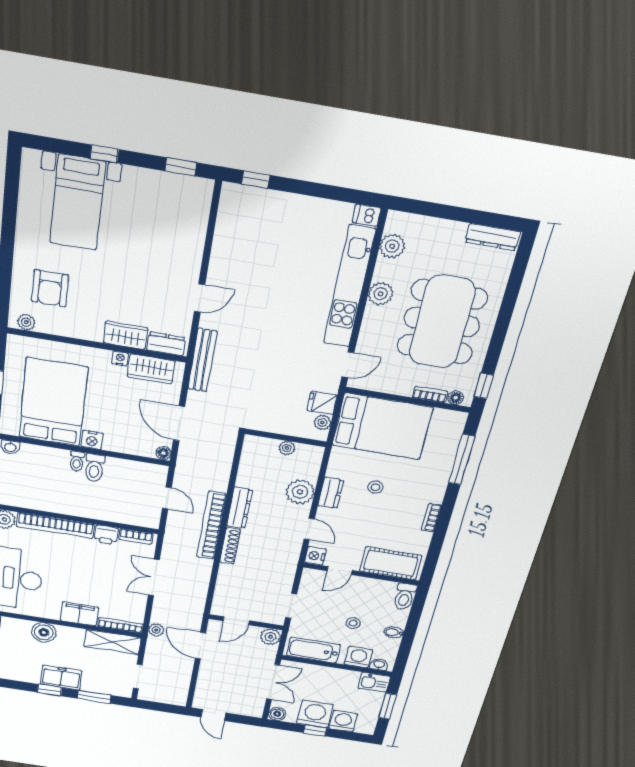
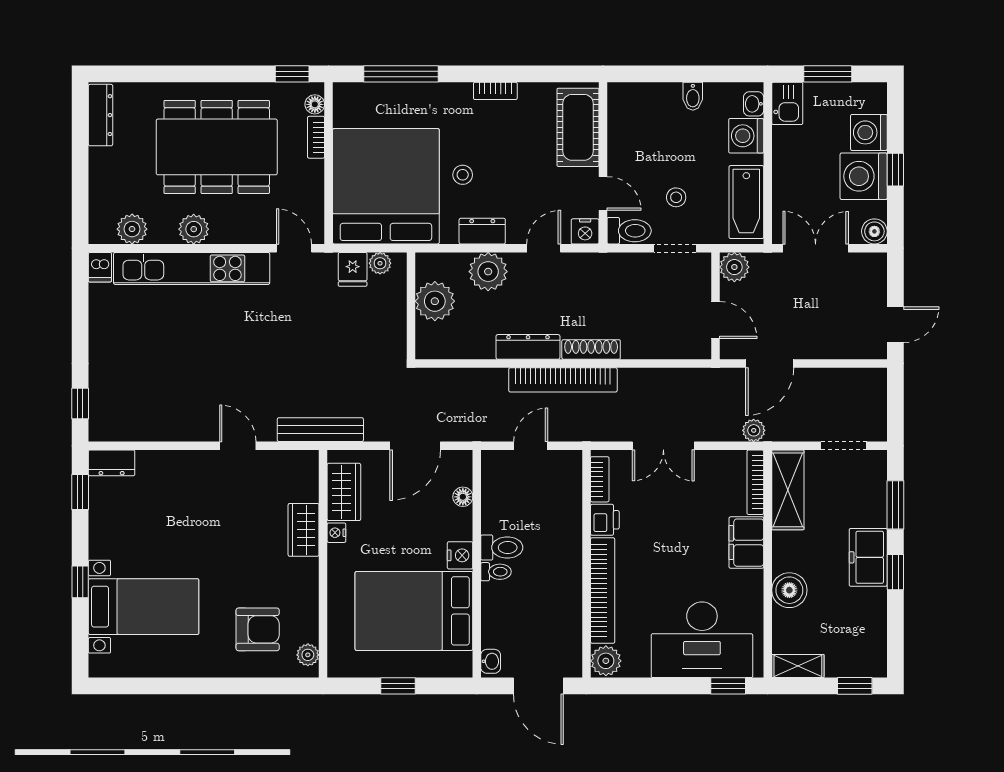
dresser: (166, 344) -> (112, 463), moved, turned -90
bed: (382, 426) -> (386, 186), width x1.36
plant: (287, 448) -> (435, 301), width x1.88, depth x1.88
floor lamp: (163, 453) -> (463, 497), moved
toilet: (405, 597) -> (629, 231), moved
stool: (353, 623) -> (676, 197), moved

